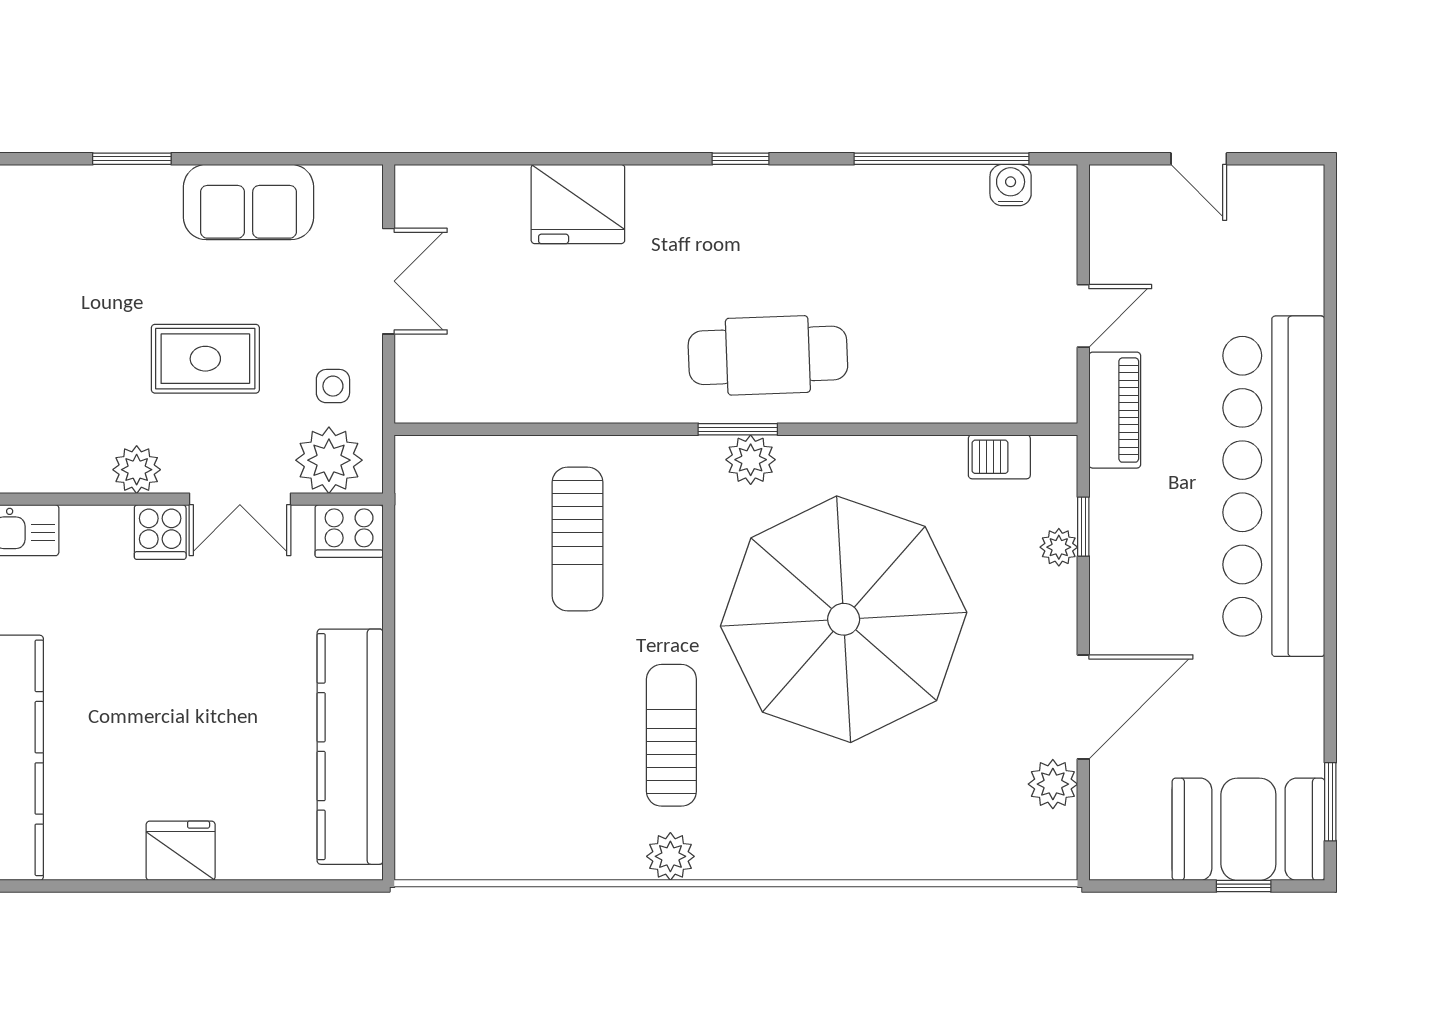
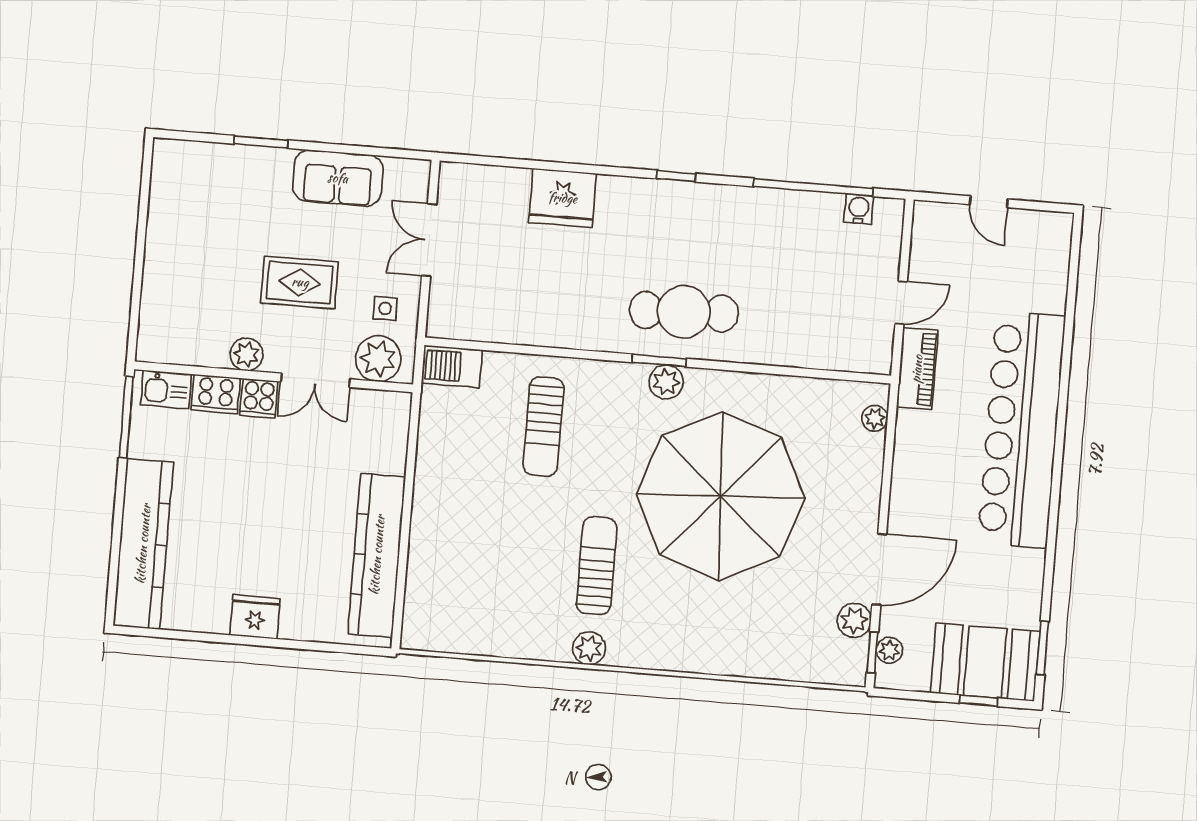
double door: (389, 281) -> (429, 240), swing flipped
barbecue: (999, 457) -> (452, 366), moved, width x1.38, depth x1.27
window: (1083, 527) -> (872, 652), moved
cooker: (349, 531) -> (216, 394), moved
plant: (1059, 547) -> (875, 418), moved
plant: (1108, 823) -> (889, 650), added

